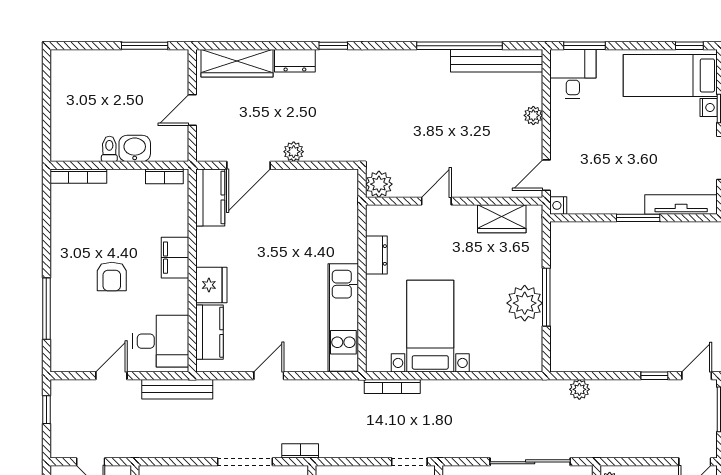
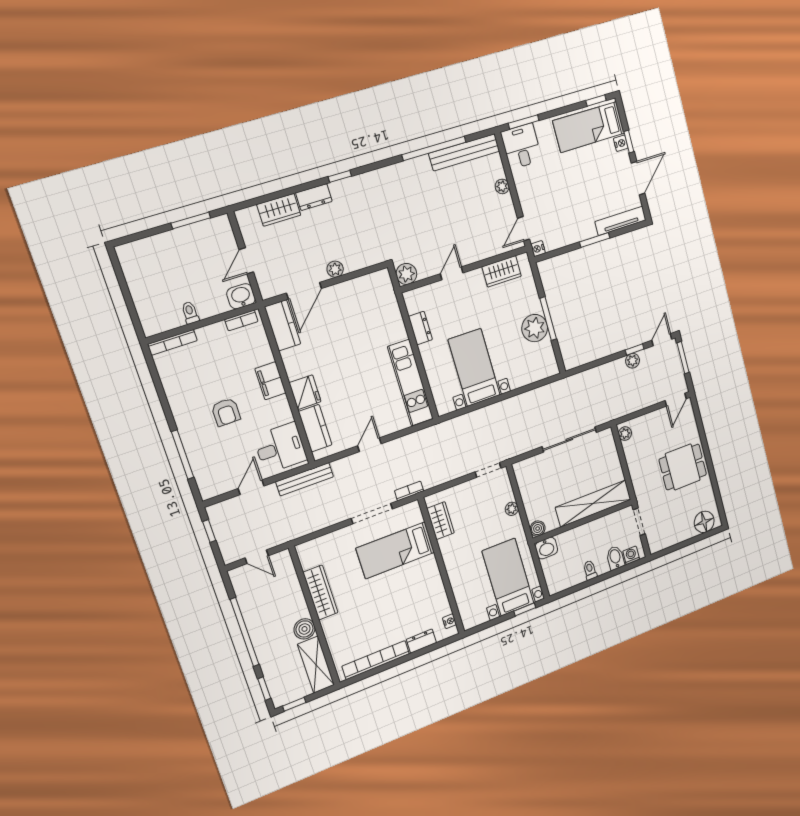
wardrobe: (237, 63) -> (279, 210), width x0.67
washbasin: (135, 148) -> (241, 296), moved
bookcase: (392, 386) -> (460, 421), removed
plant: (579, 389) -> (633, 361), moved

